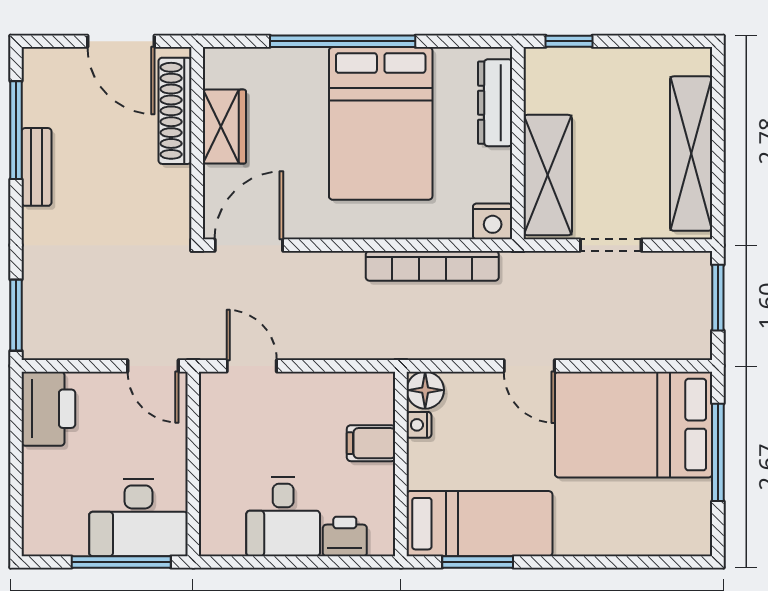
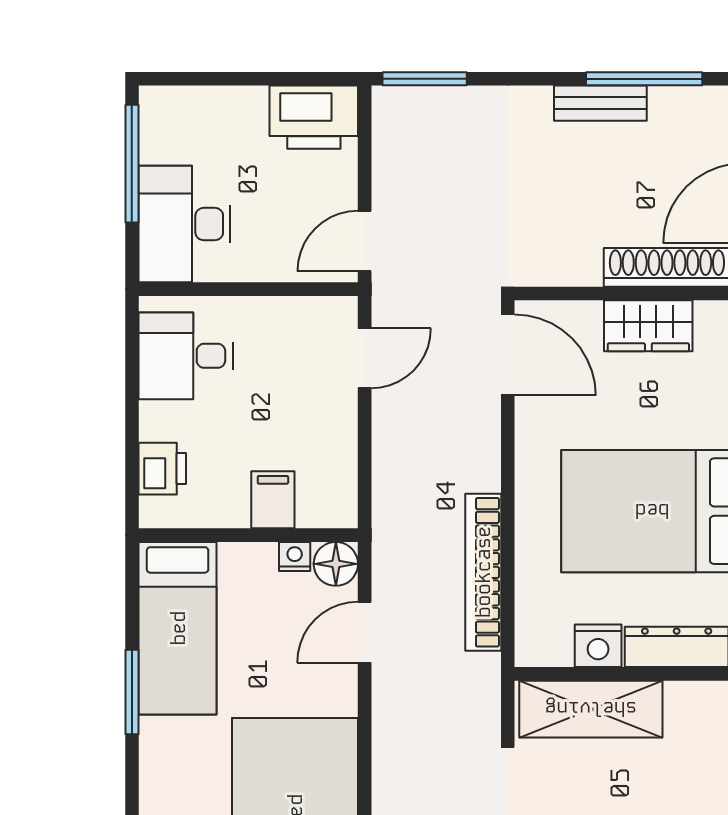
nightstand: (493, 221) -> (598, 646), moved, turned -90
door: (529, 366) -> (365, 632), moved
desk: (283, 517) -> (186, 356), moved
window: (121, 562) -> (132, 164), moved
window: (478, 562) -> (132, 692), moved

